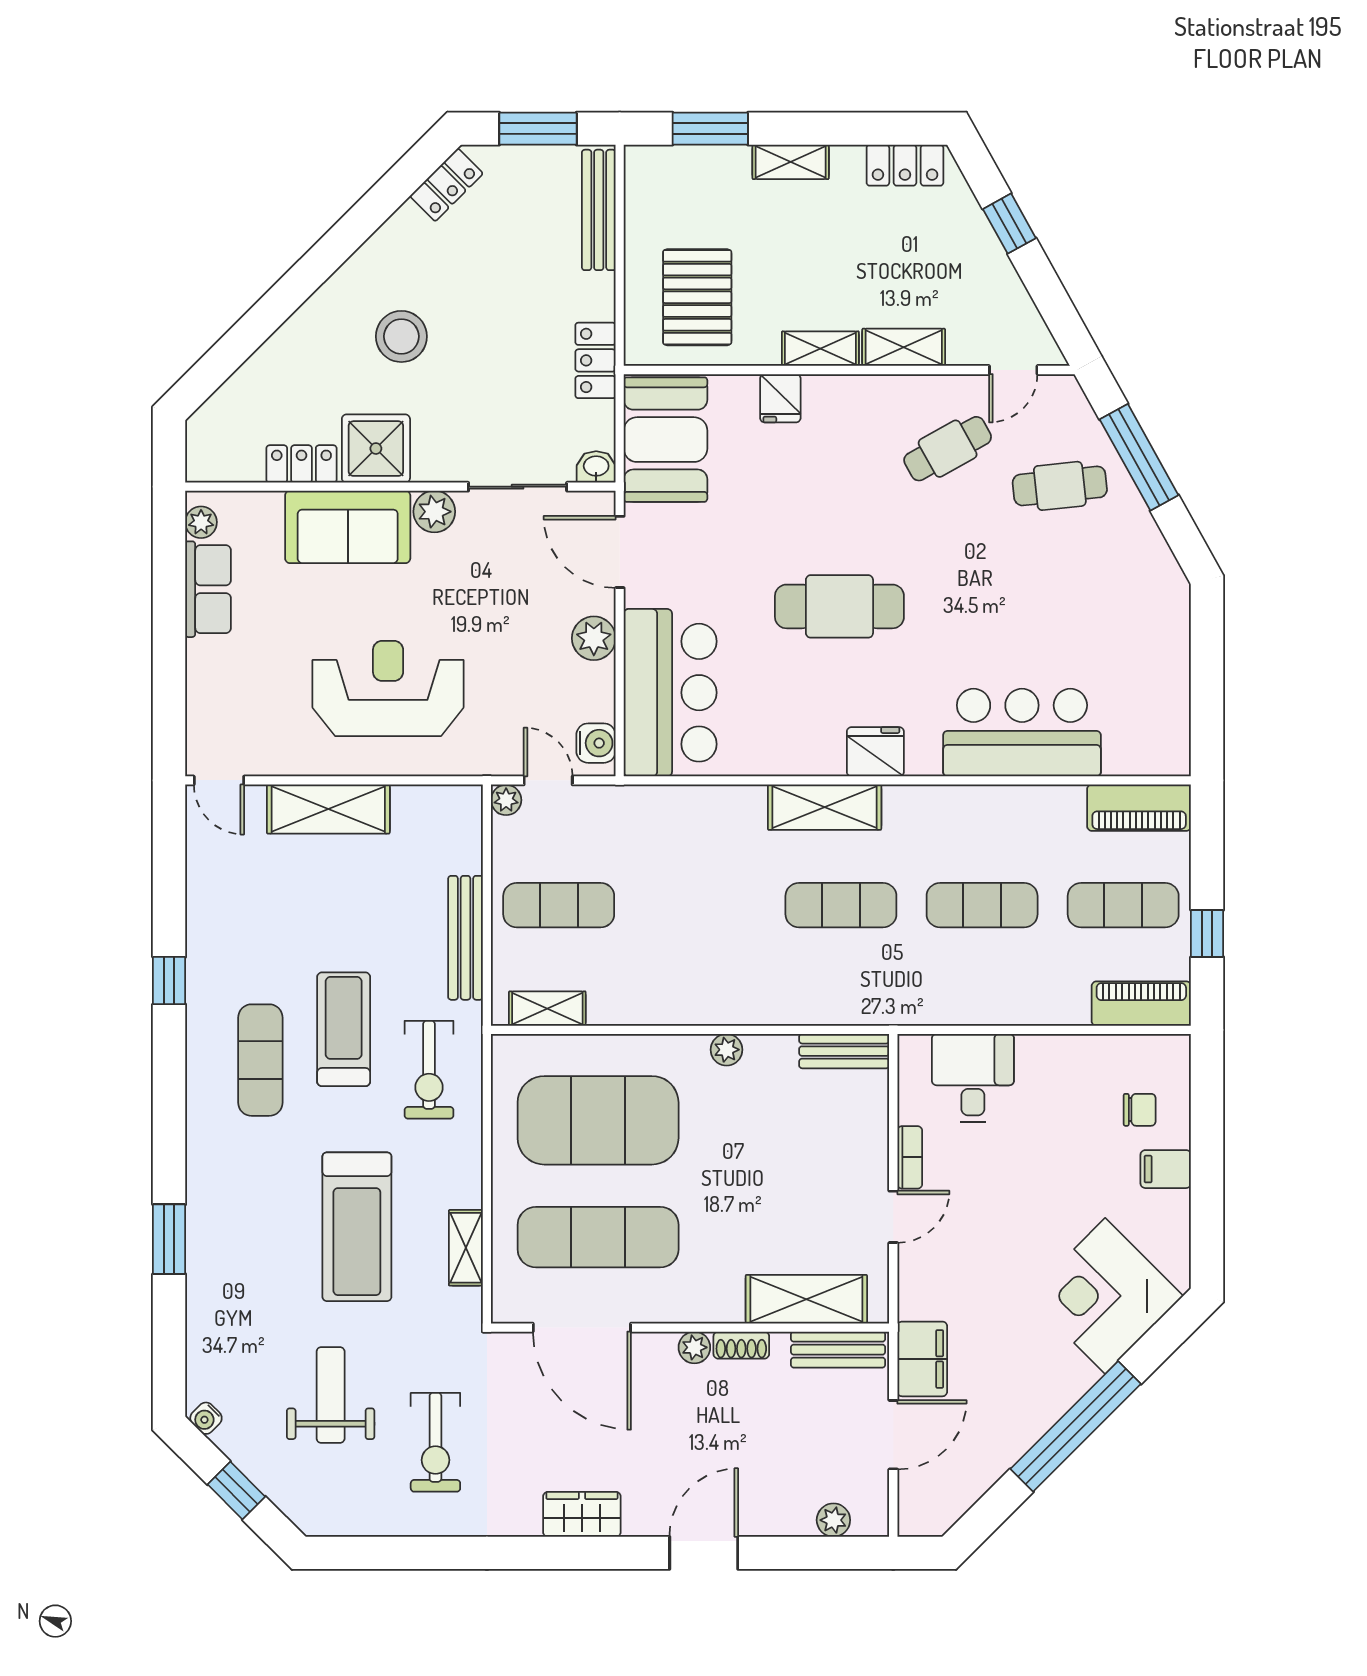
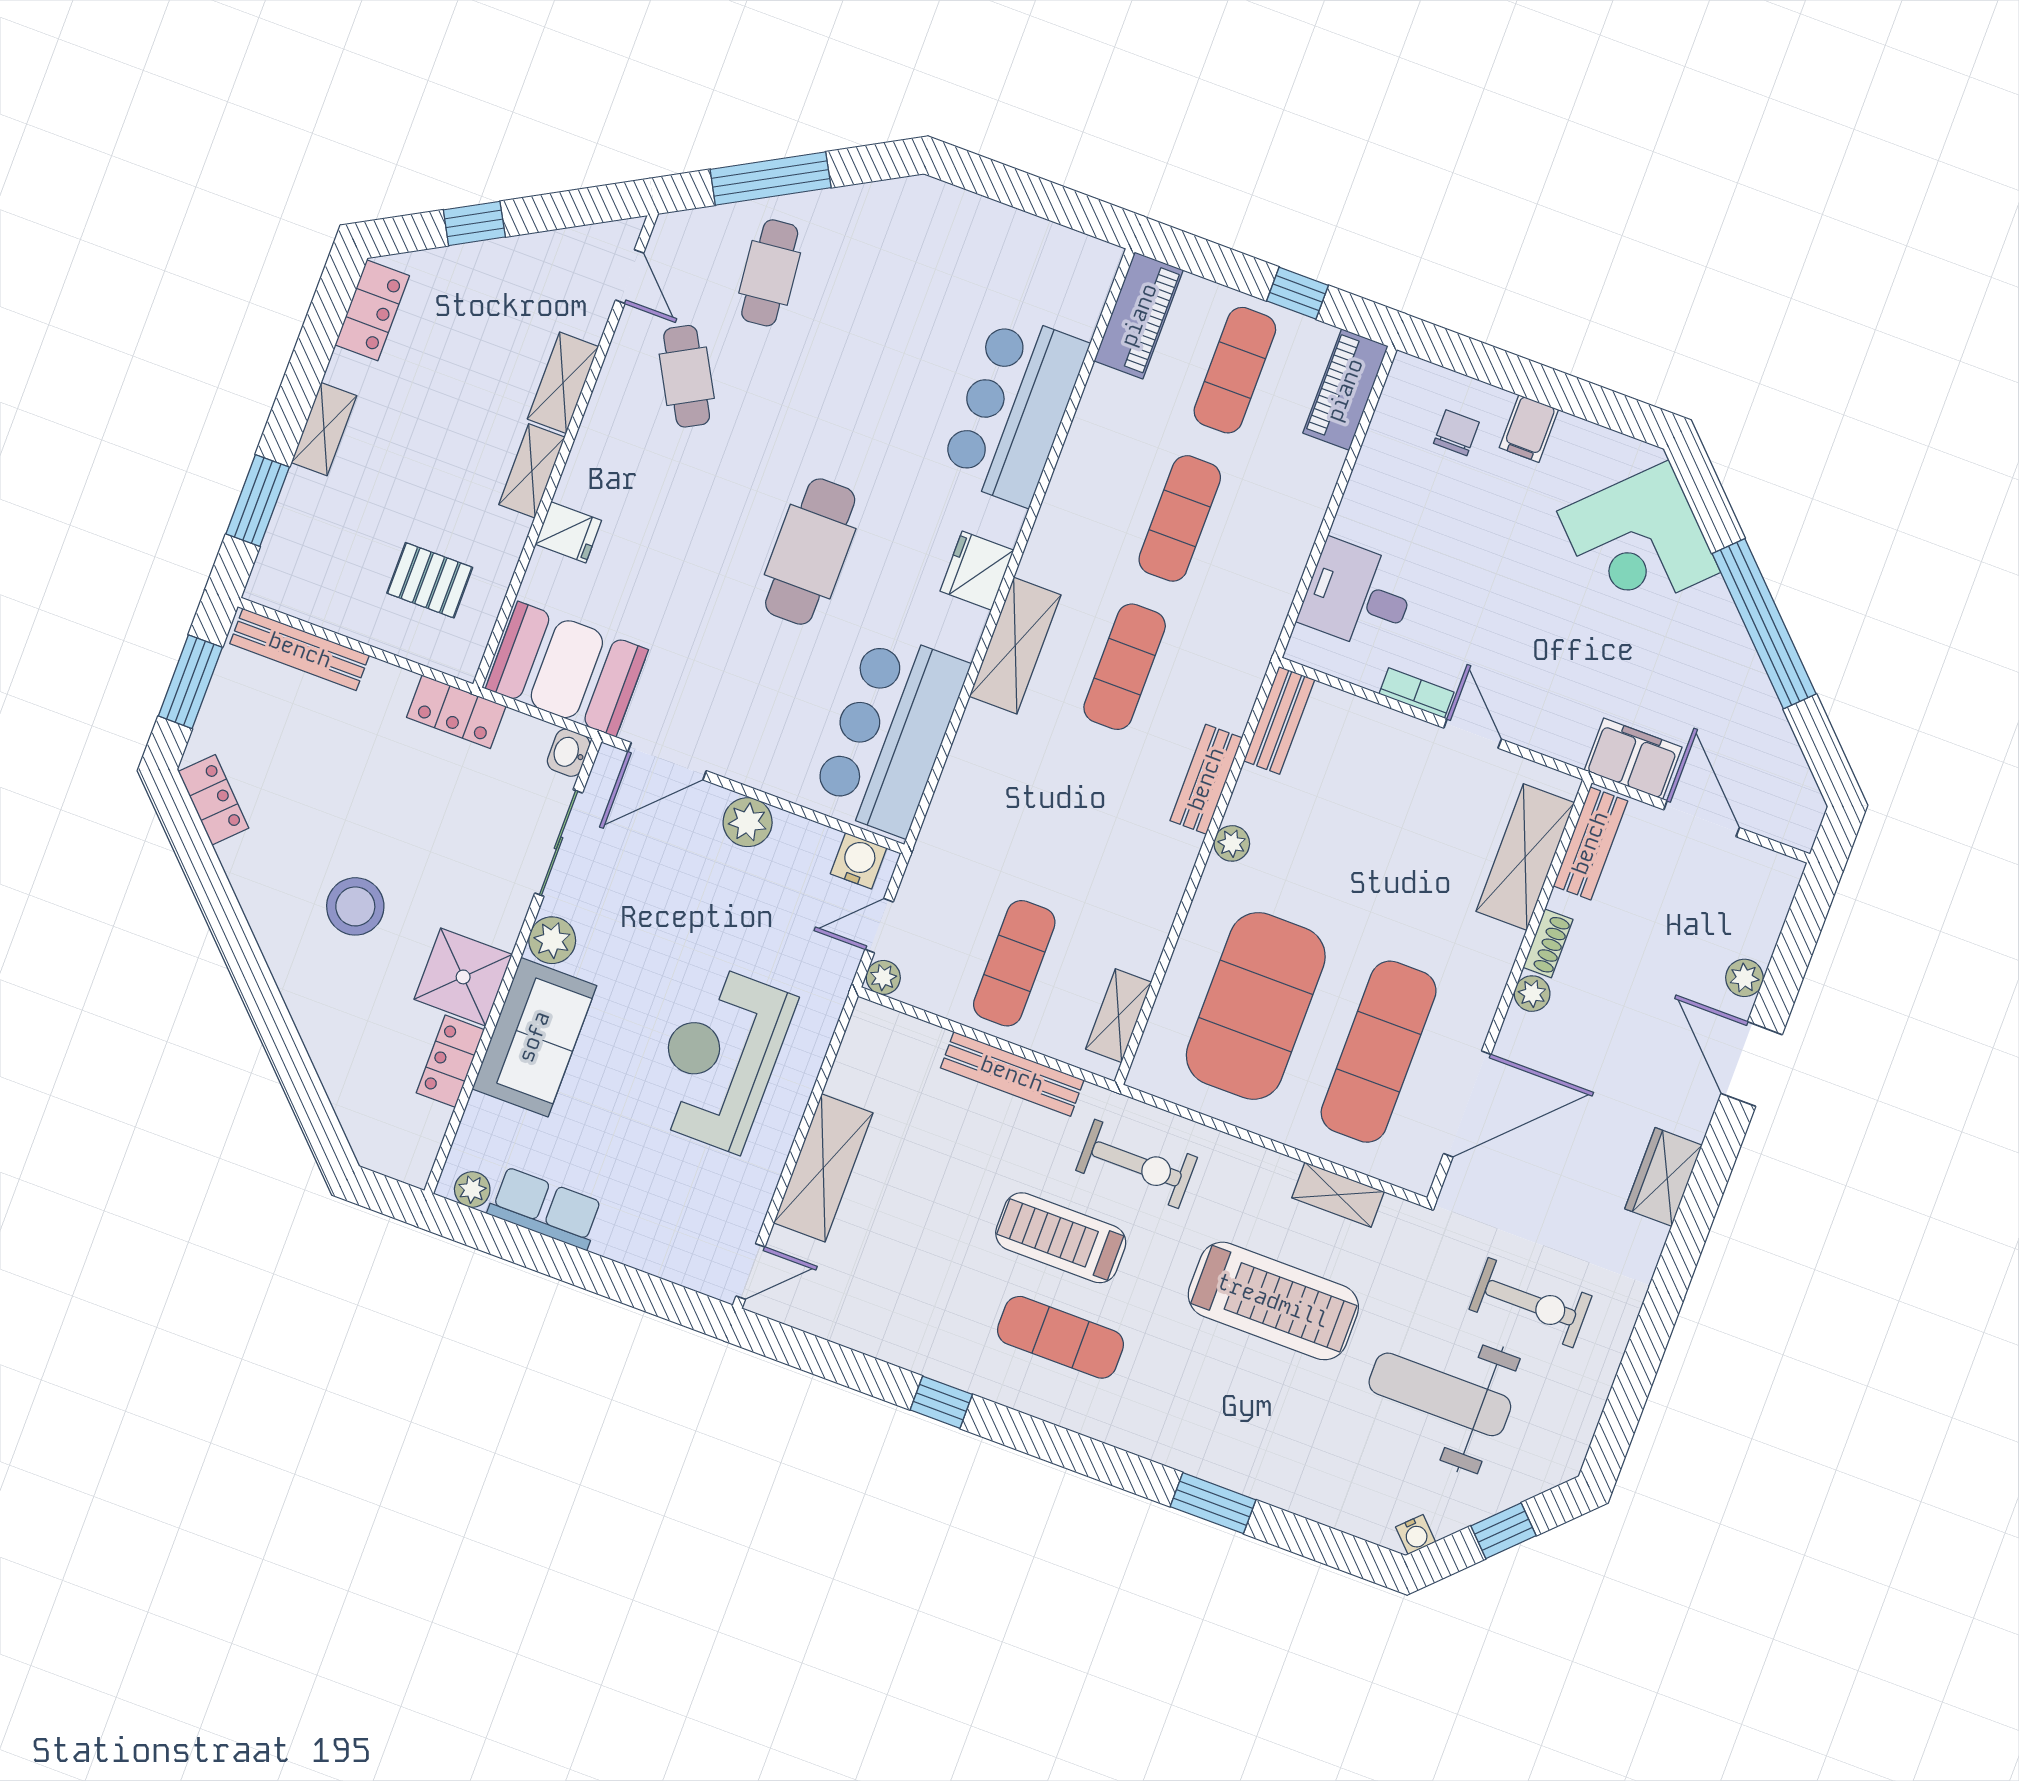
pallet: (697, 297) -> (430, 580), width x0.67, depth x0.71
bar counter: (670, 693) -> (890, 734), moved, turned -90
bench: (772, 1008) -> (1206, 779), added
weight bench: (331, 1395) -> (1440, 1394), width x1.36, depth x1.33
plant: (833, 1520) -> (1744, 978), moved

